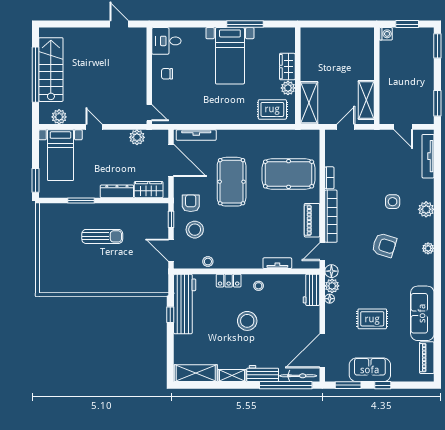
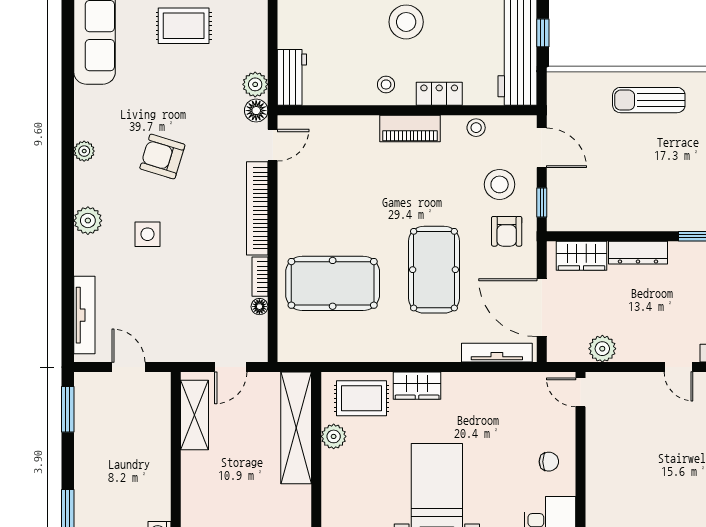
wardrobe: (287, 67) -> (417, 386), moved, turned 90
shelving: (309, 103) -> (296, 428), width x1.47
piano: (312, 220) -> (410, 128), moved, turned 90
sun lounger: (102, 236) -> (649, 100), moved
tv unit: (277, 263) -> (353, 125), removed
floor lamp: (330, 299) -> (259, 307), moved

